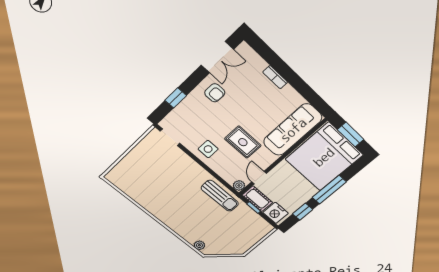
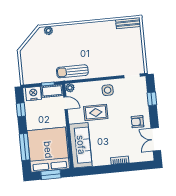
bench: (120, 183) -> (128, 23), added
window: (329, 190) -> (25, 147), moved

